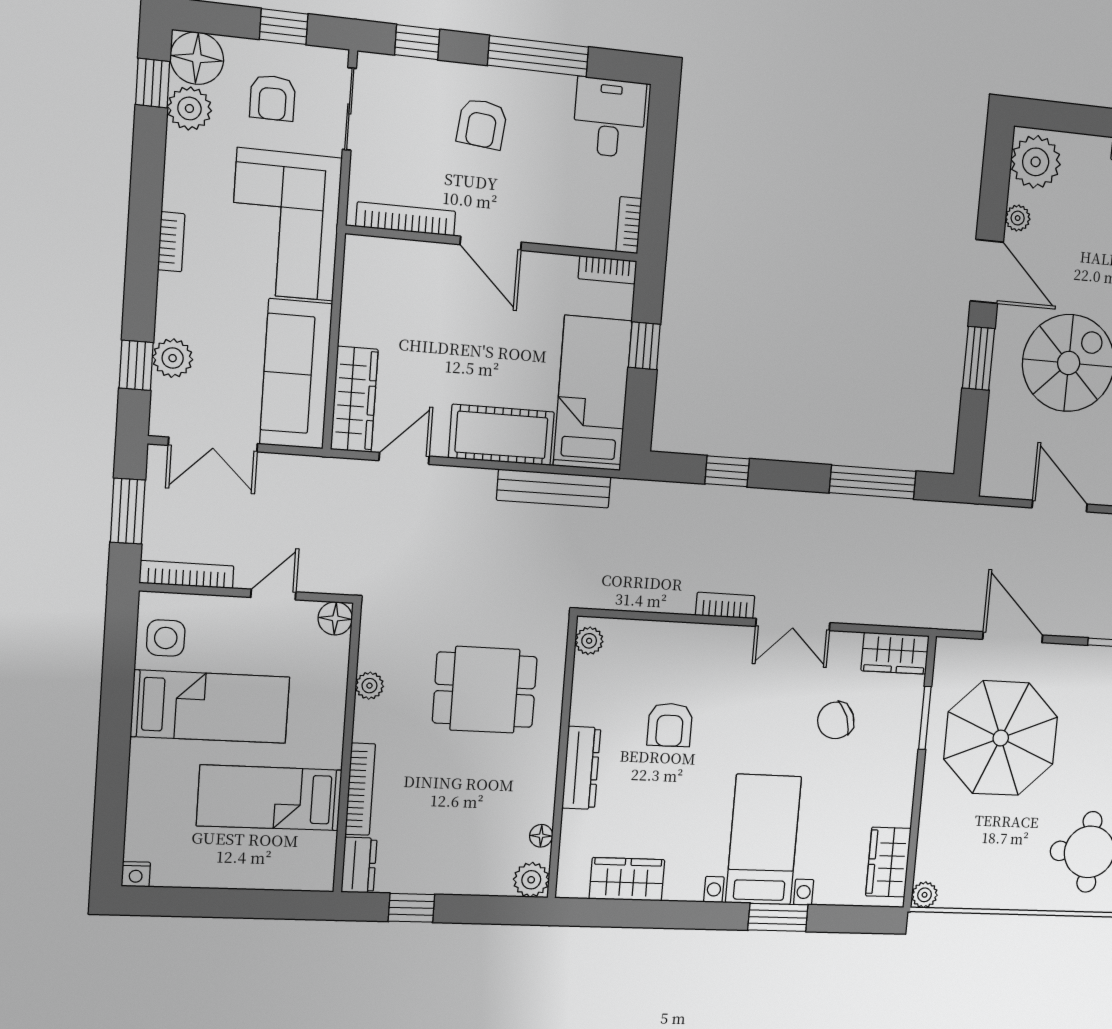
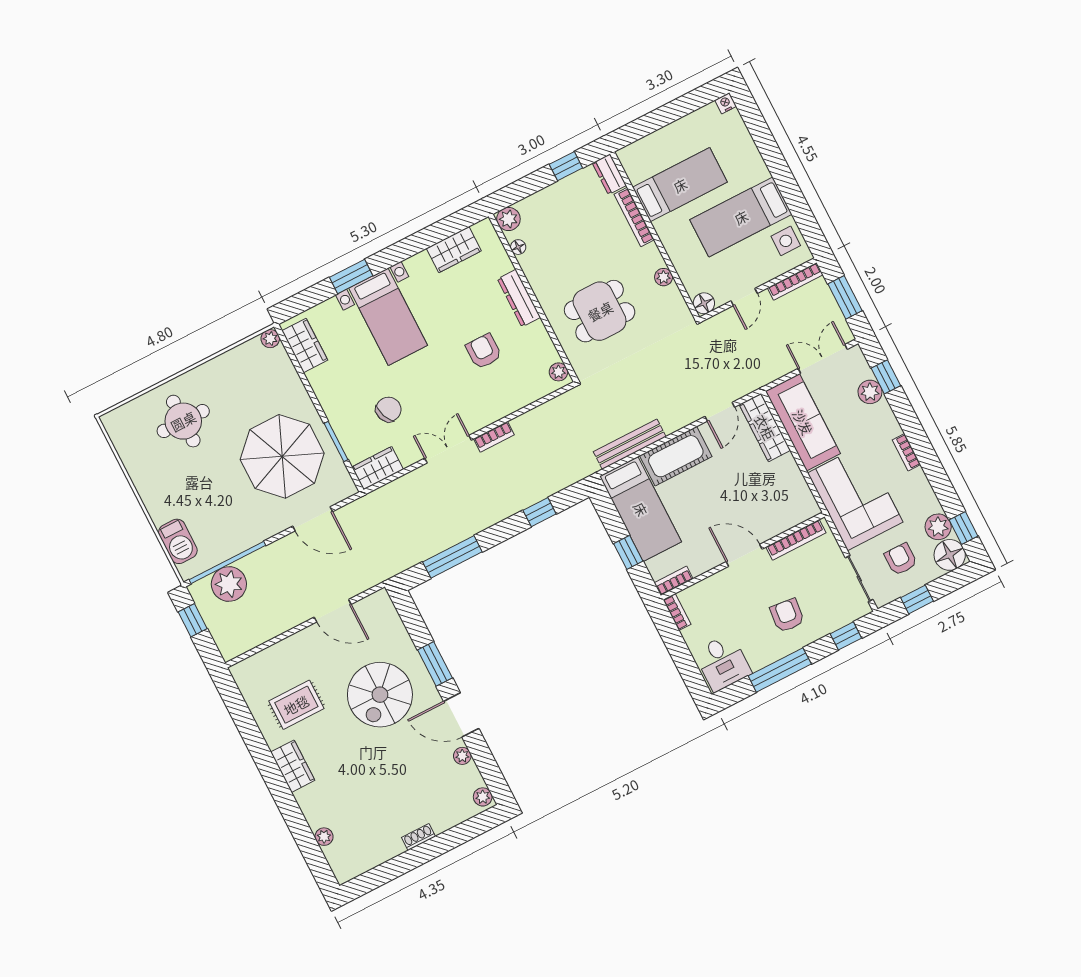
plant: (1036, 162) -> (483, 797), width x0.53, depth x0.53

